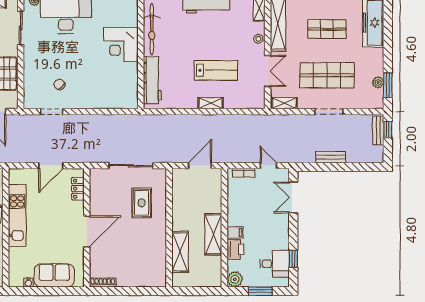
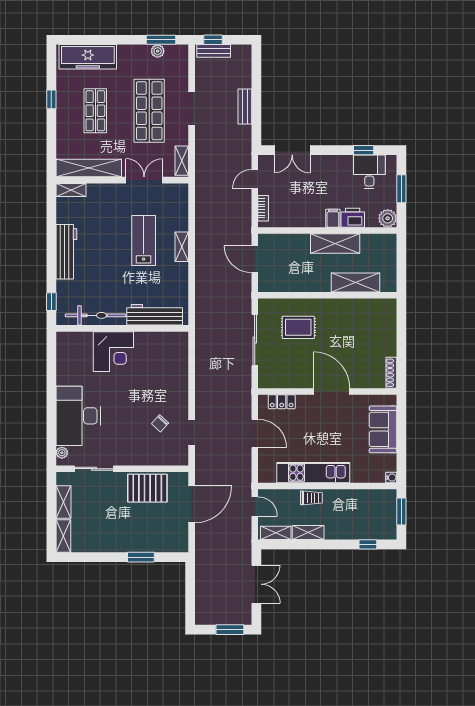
stool: (258, 39) -> (107, 191), removed
water cooler: (28, 282) -> (391, 478), moved

